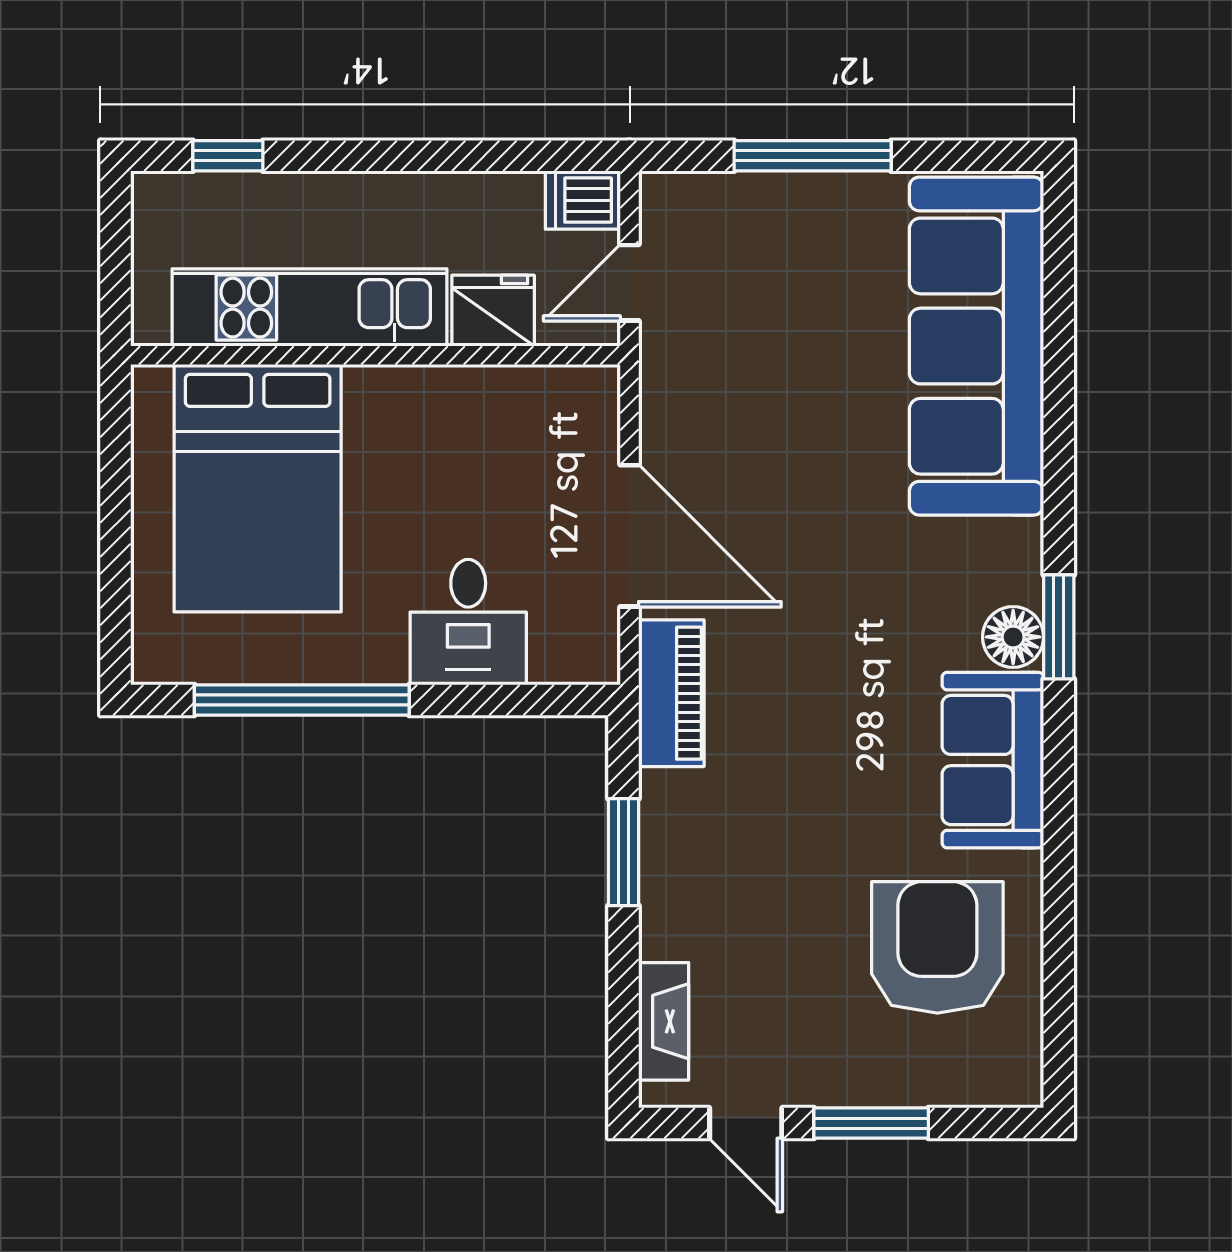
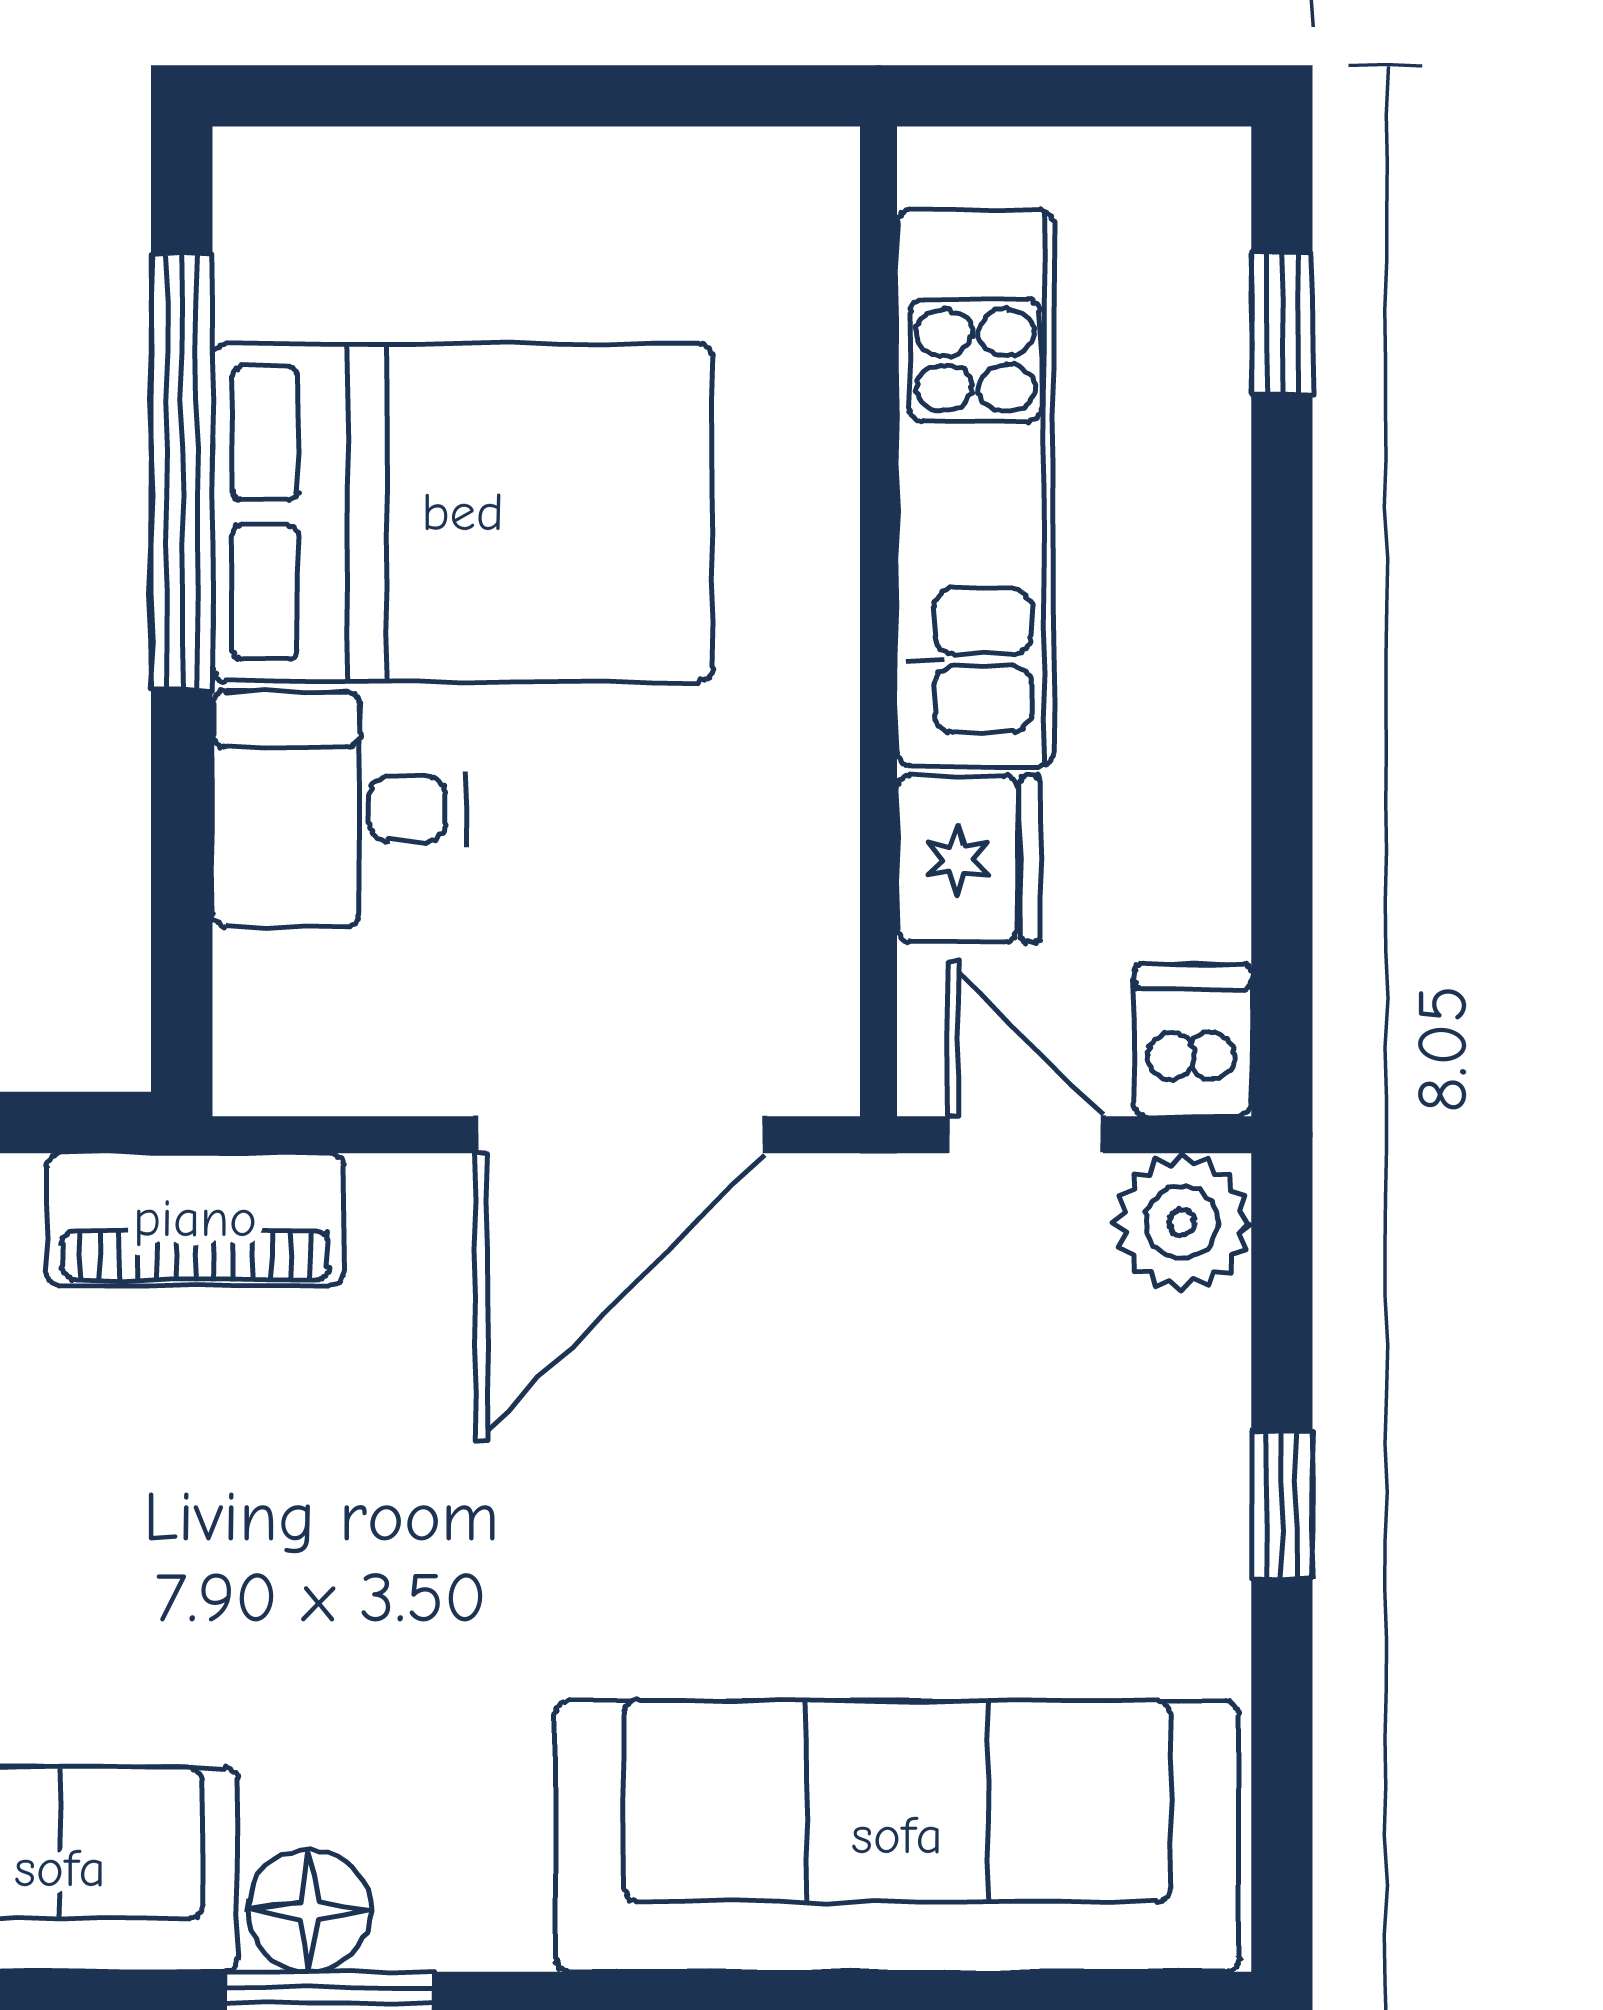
window: (813, 156) -> (1282, 1505), width x0.46
plant: (673, 205) -> (1182, 1222), added
bed: (258, 488) -> (463, 513), moved, turned 180
door: (629, 536) -> (620, 1135), moved

